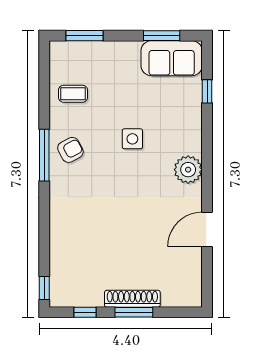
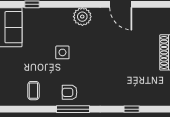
armchair: (70, 150) -> (70, 92), turned -62
window: (44, 288) -> (132, 109), moved

